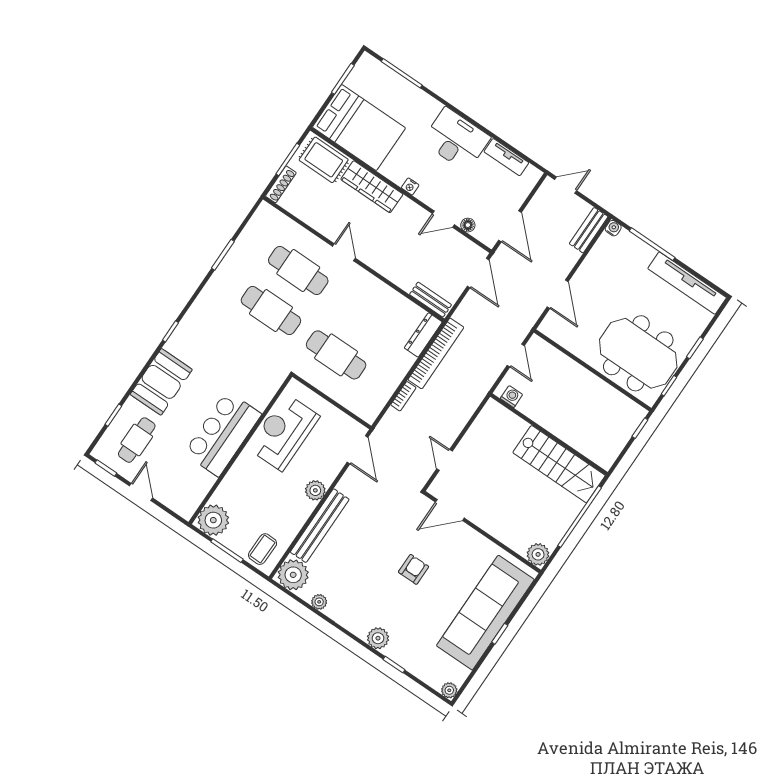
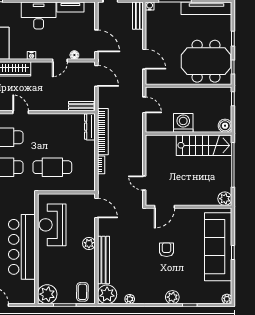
washing machine: (511, 397) -> (183, 123), moved, width x1.89, depth x1.89
bar counter: (223, 434) -> (22, 247), width x1.36
boiler: (605, 457) -> (225, 126), added

